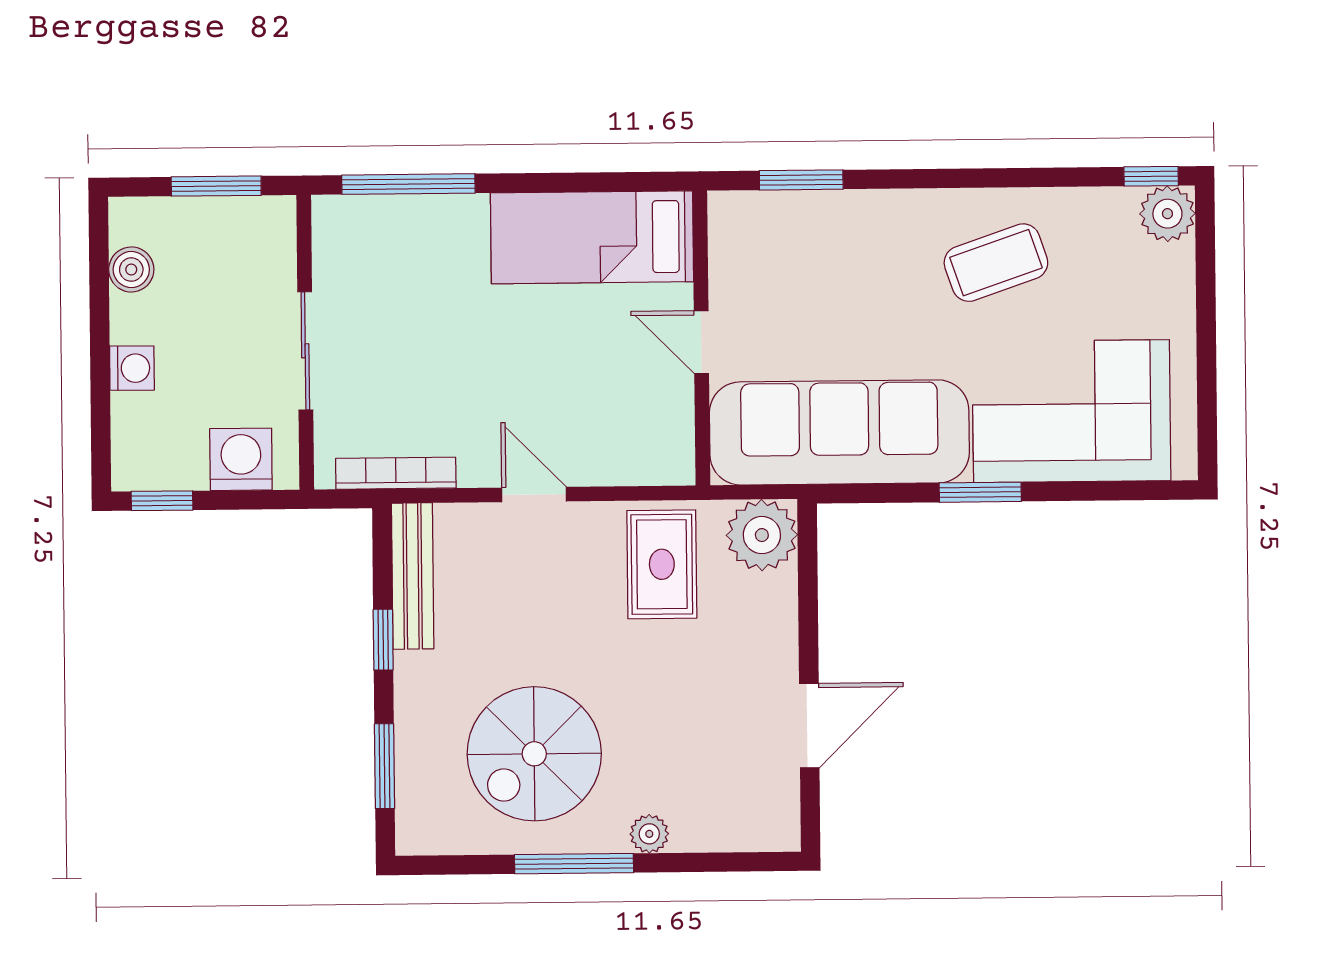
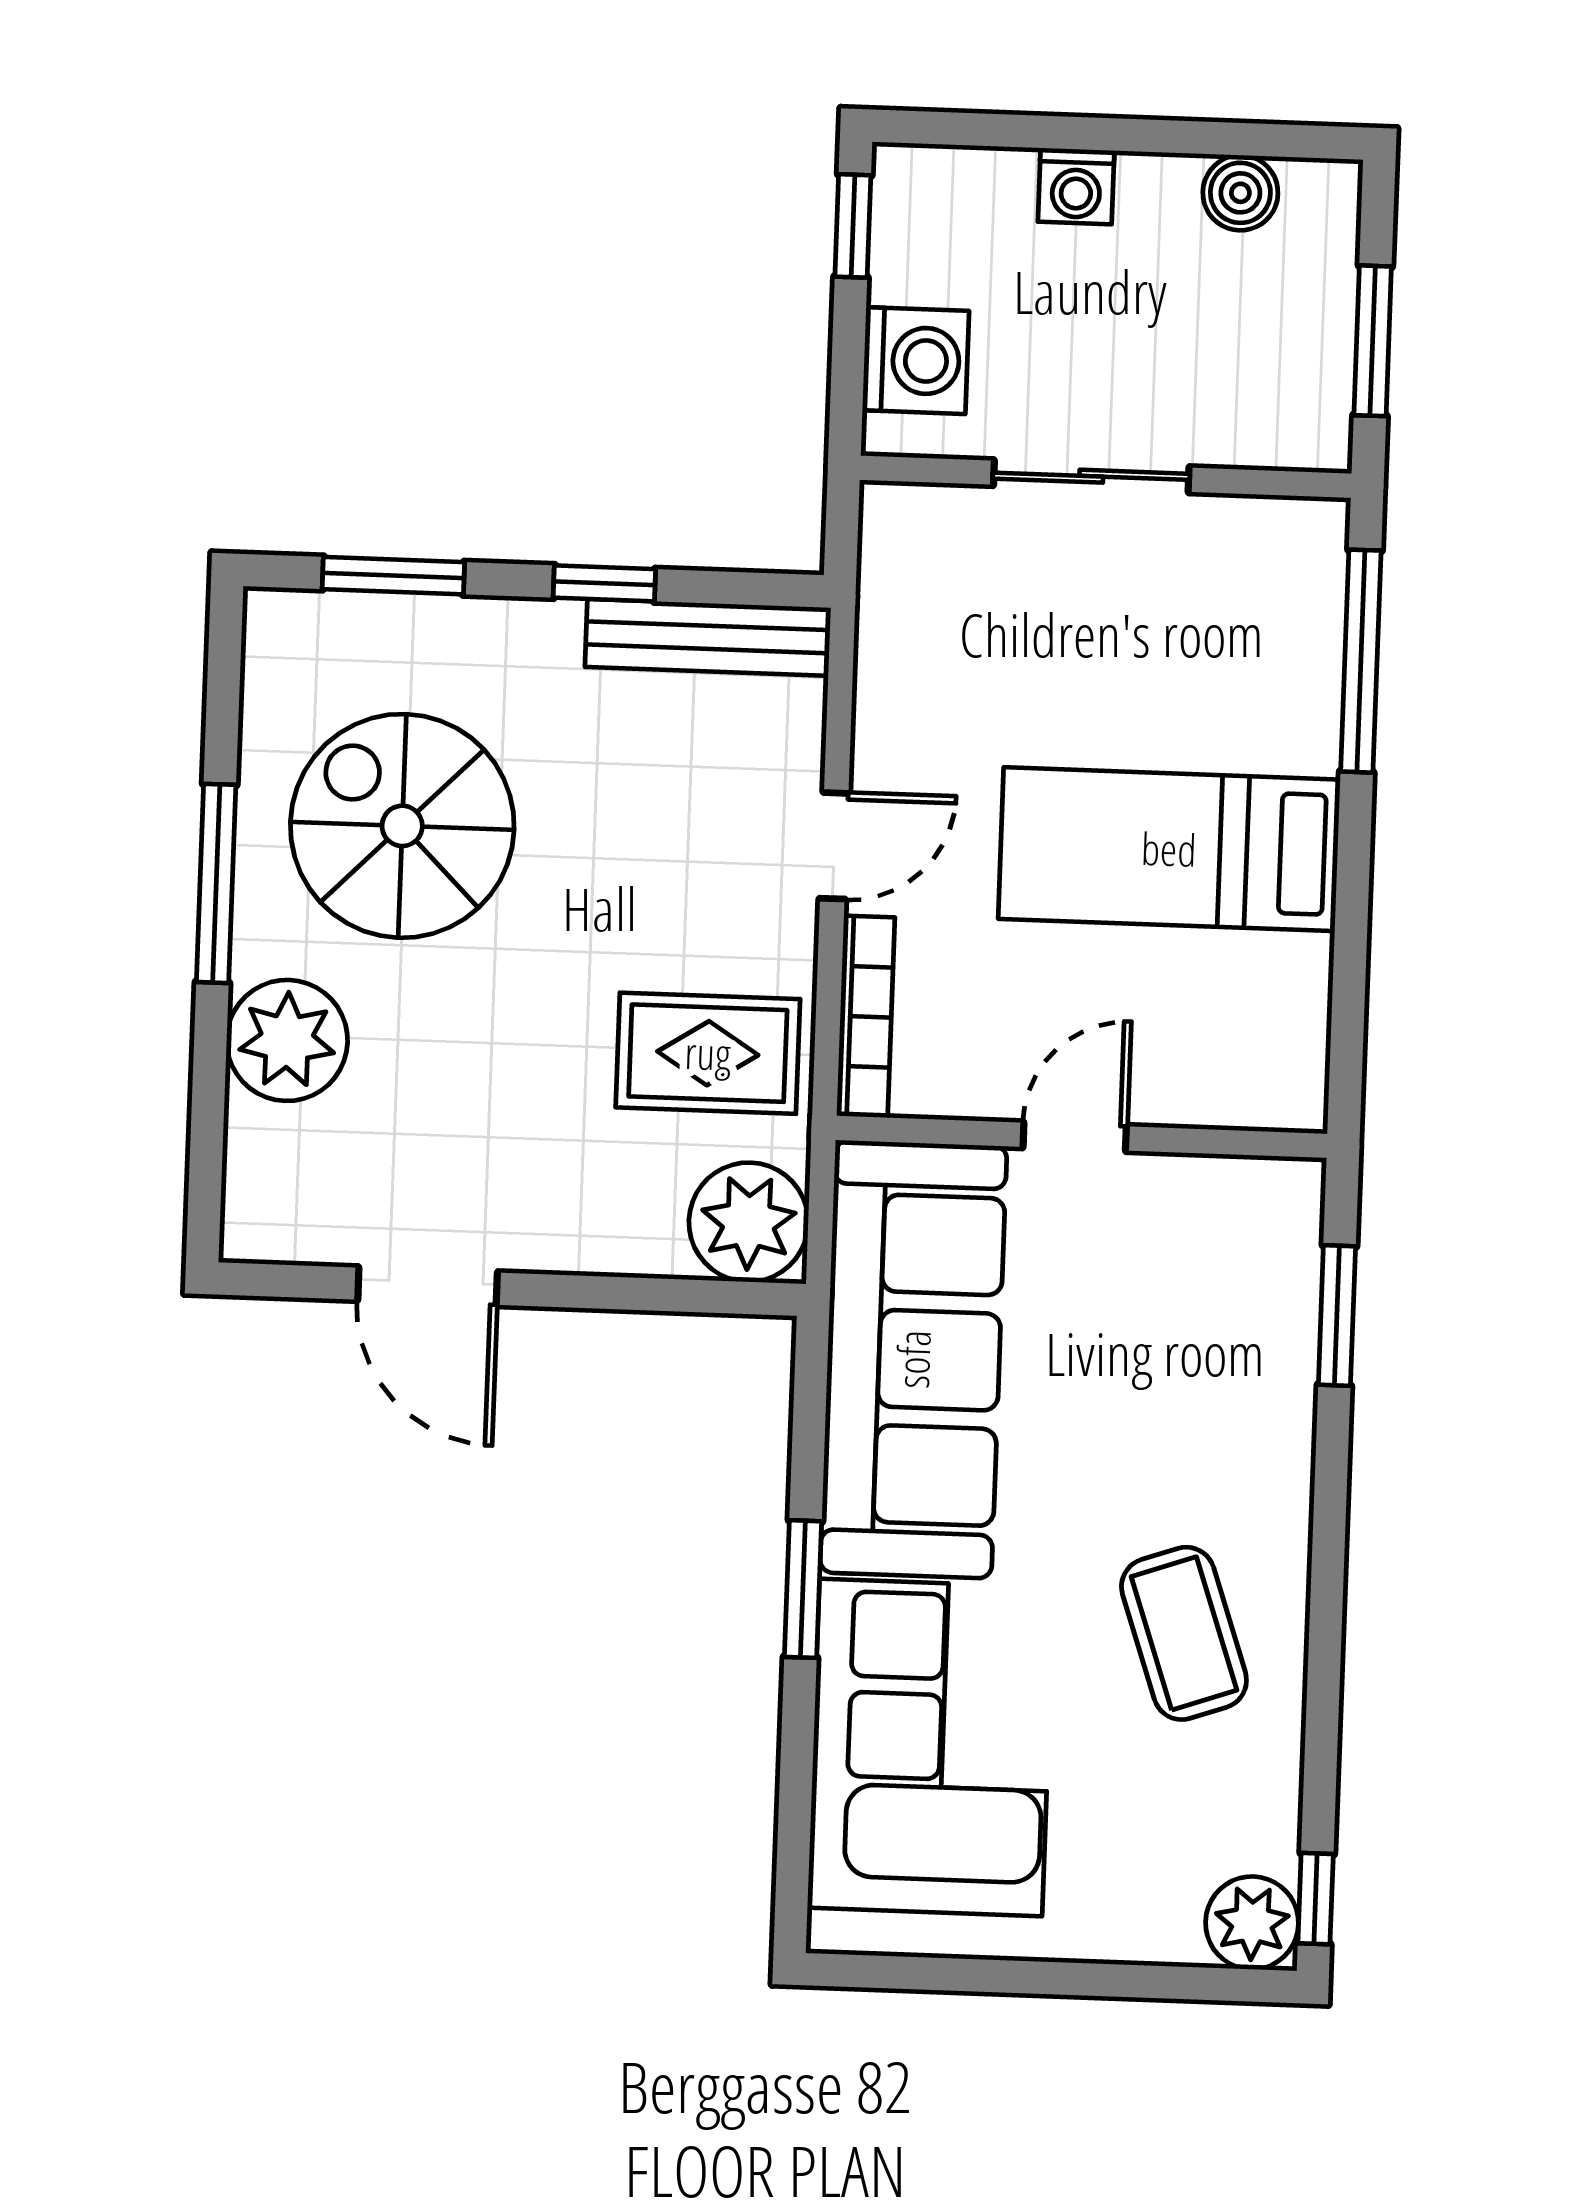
bed: (592, 237) -> (1169, 849), moved, turned -90
bookcase: (396, 473) -> (866, 1017), moved
plant: (649, 834) -> (287, 1040), width x1.87, depth x1.87

